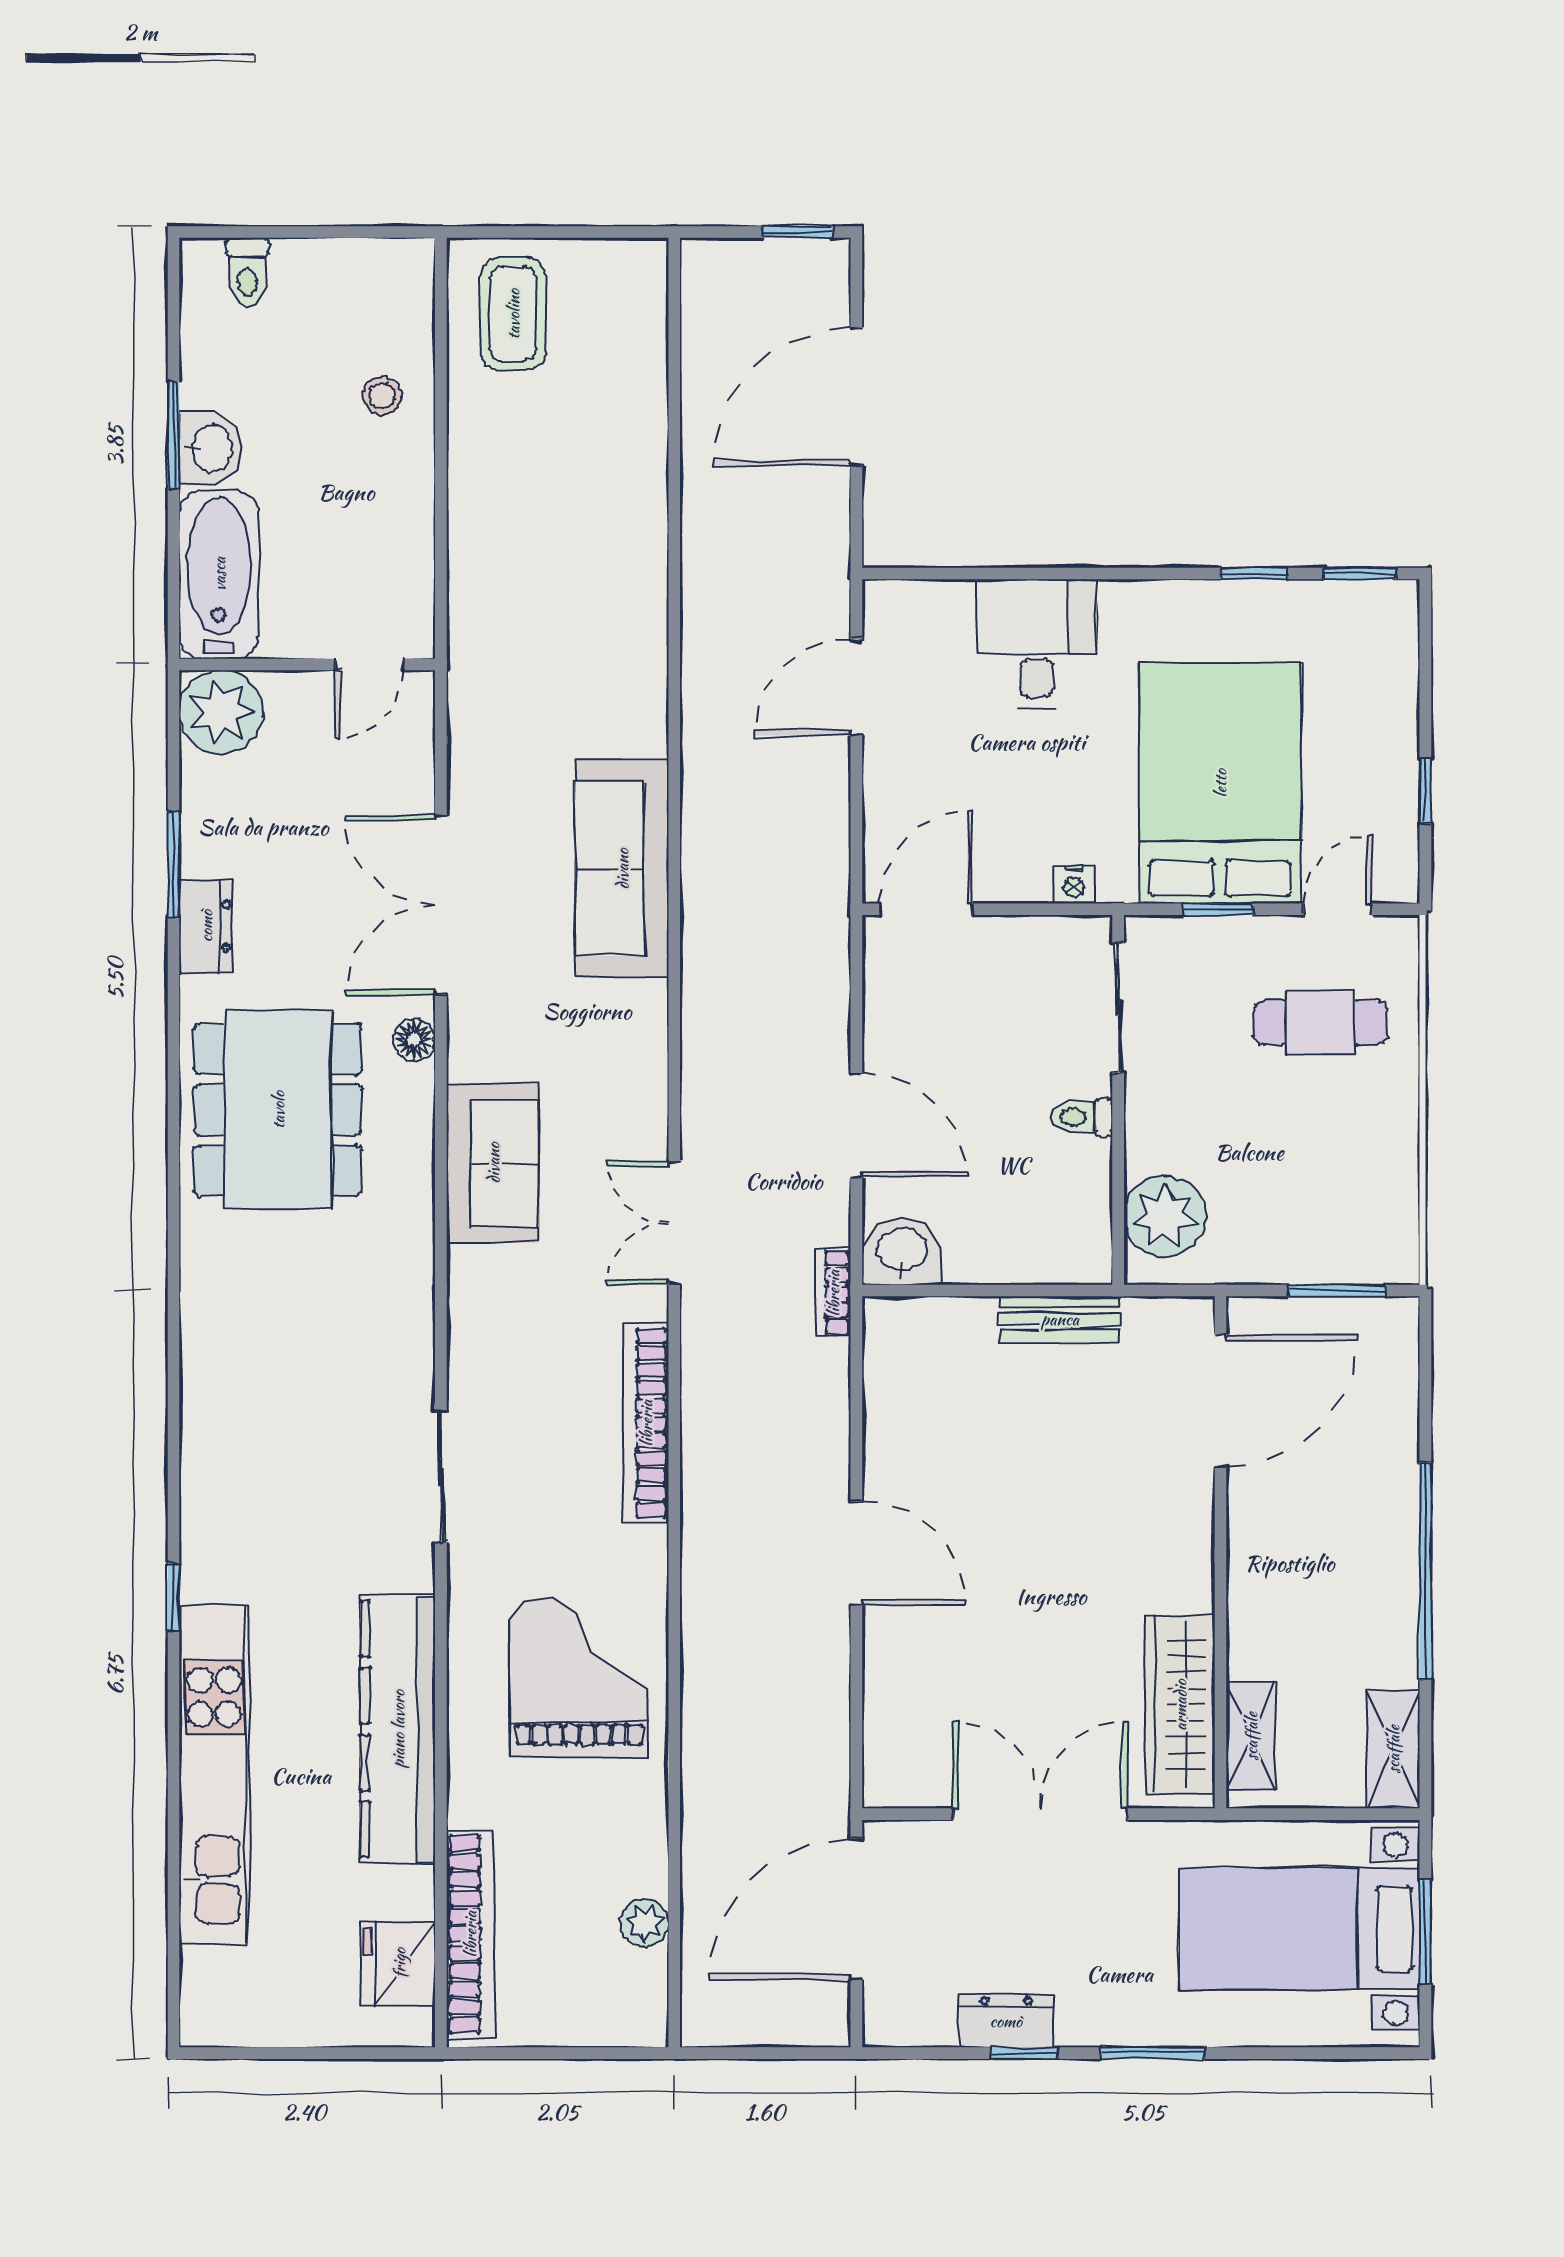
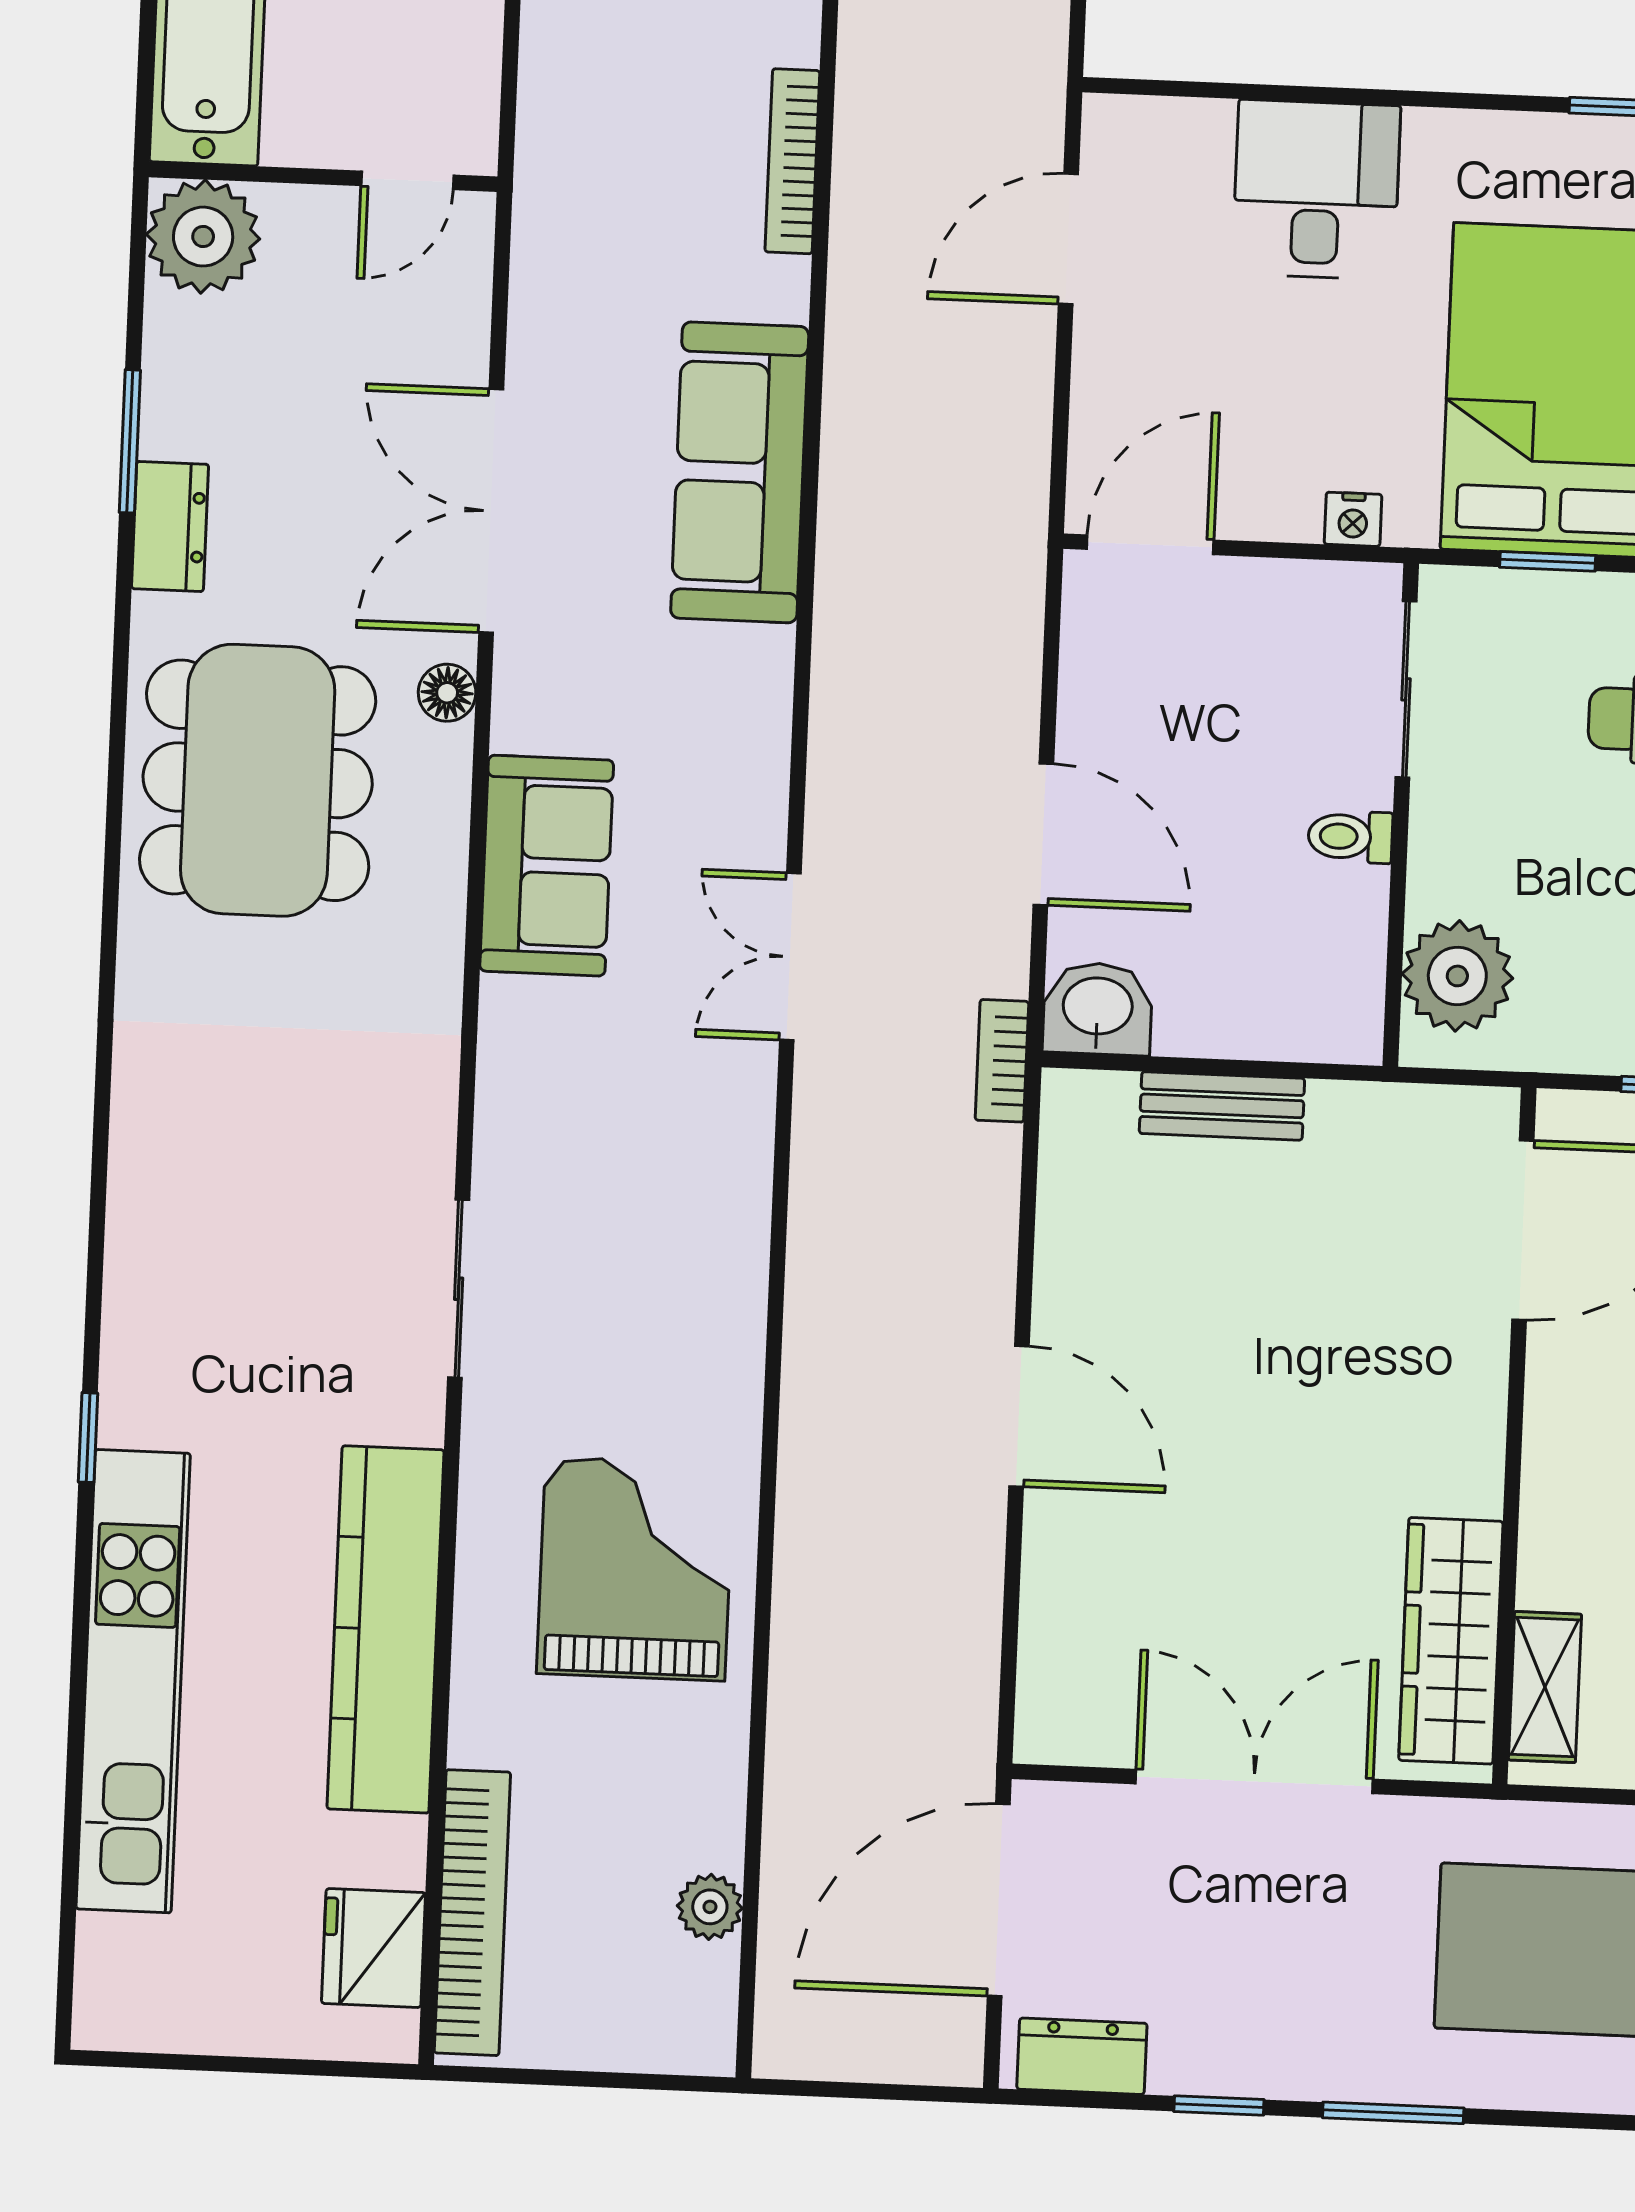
bench: (1060, 1319) -> (1222, 1106), moved
bookcase: (646, 1423) -> (792, 161), moved, width x0.68, depth x0.76
dresser: (1006, 2021) -> (1082, 2056), moved

